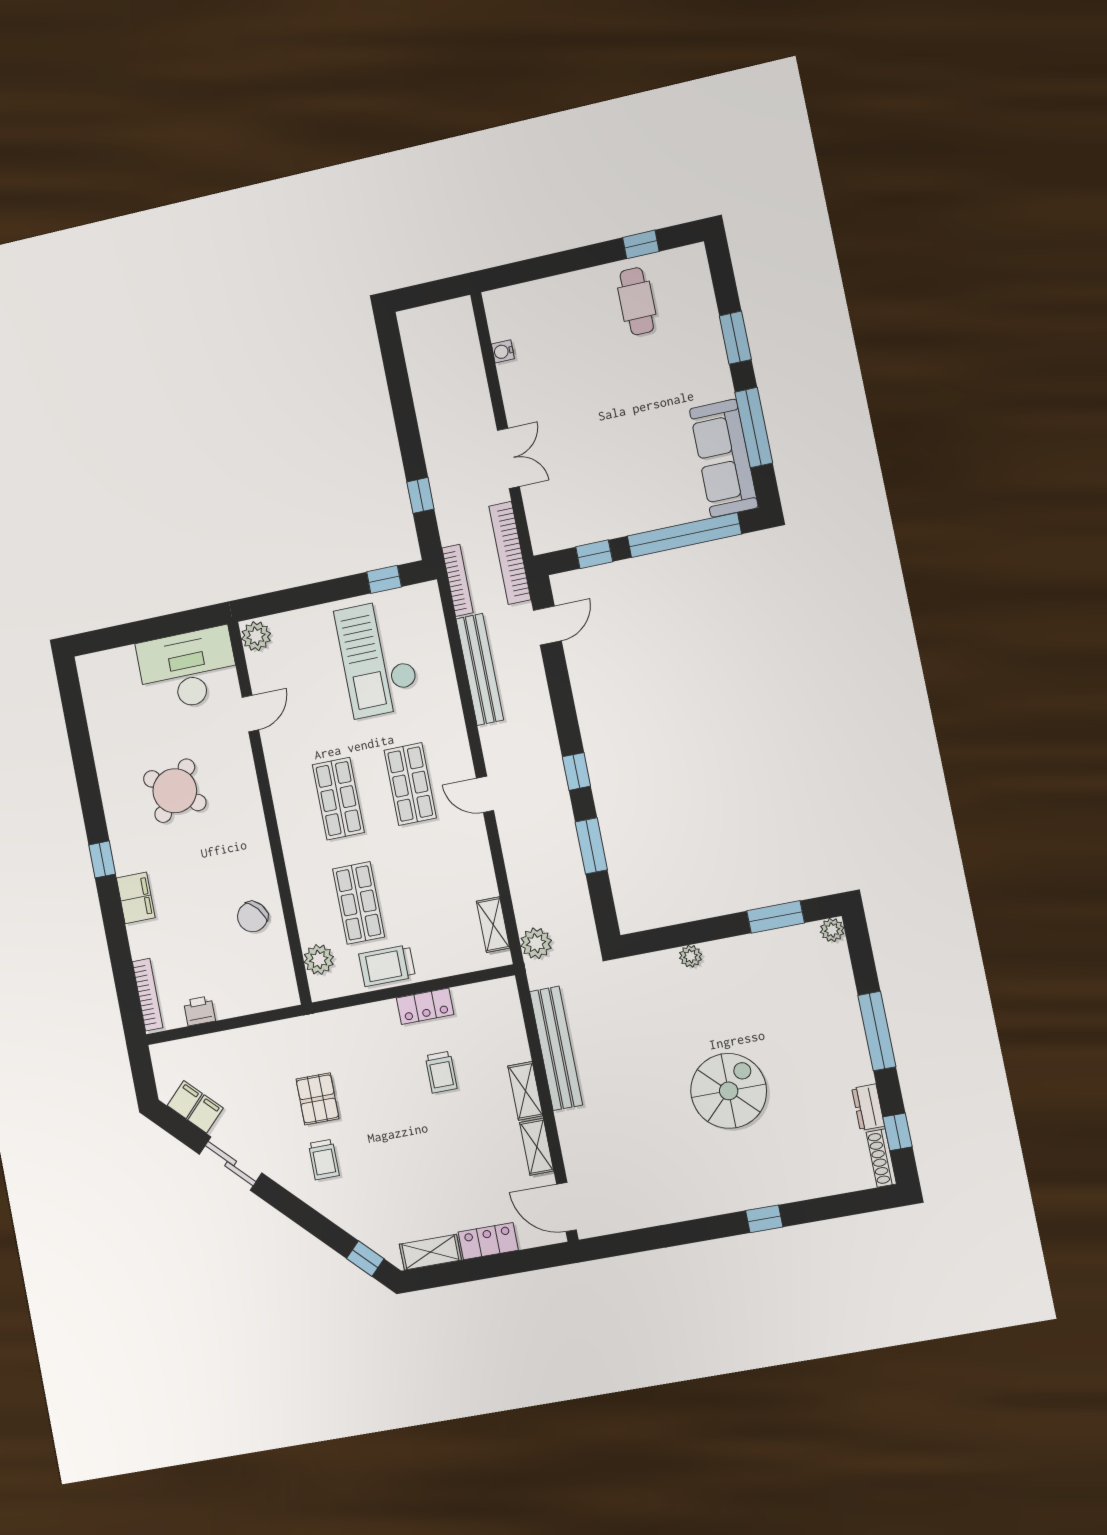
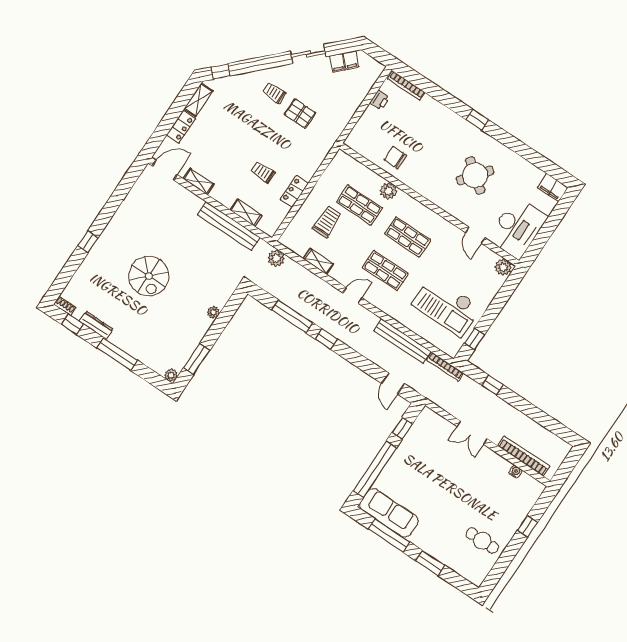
window: (641, 244) -> (527, 526), moved
bookcase: (510, 553) -> (524, 456), moved
checkout: (377, 658) -> (447, 306), turned 180
window: (591, 846) -> (292, 316), width x1.44
filing cabinet: (136, 898) -> (553, 187), moved
chair: (252, 917) -> (395, 158), turned -50
shelving: (493, 925) -> (318, 261), moved
plant: (319, 960) -> (388, 191), moved
trolley: (387, 966) -> (327, 222), moved
shelving: (525, 1091) -> (246, 213), moved
dresser: (868, 1107) -> (96, 325), width x1.44
shoe rack: (881, 1158) -> (65, 306), width x0.70

